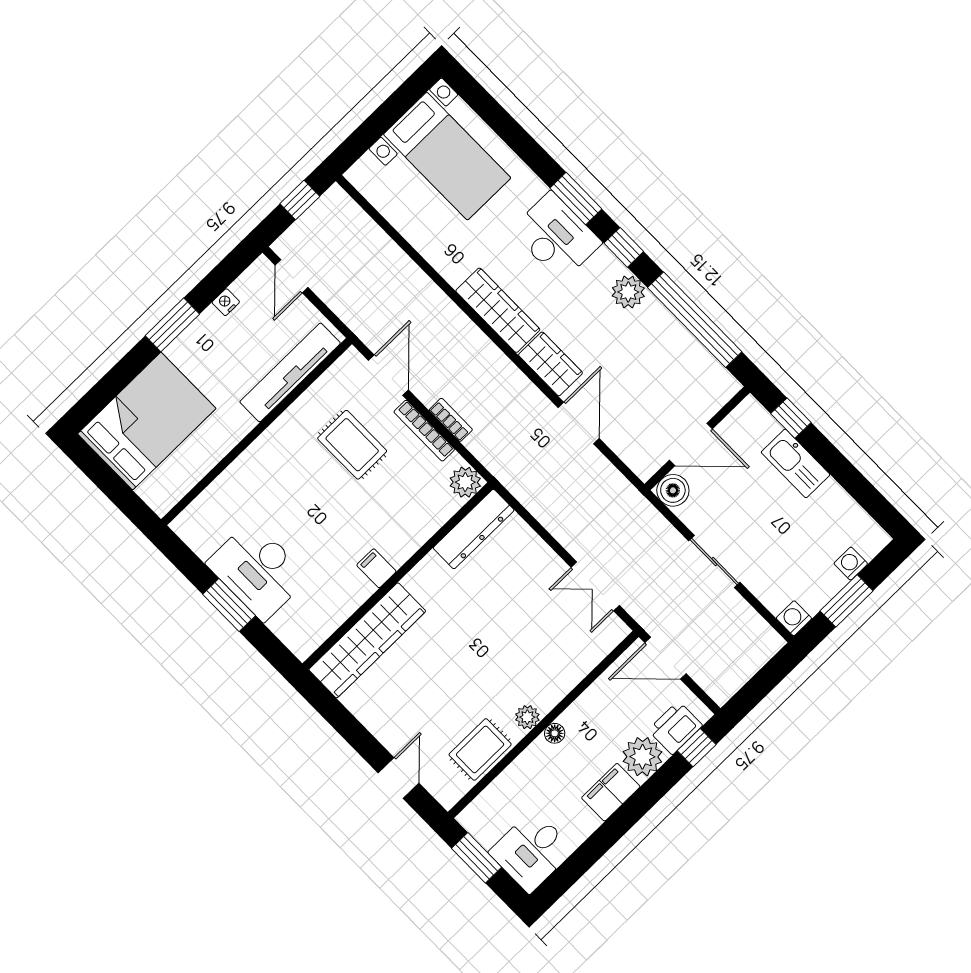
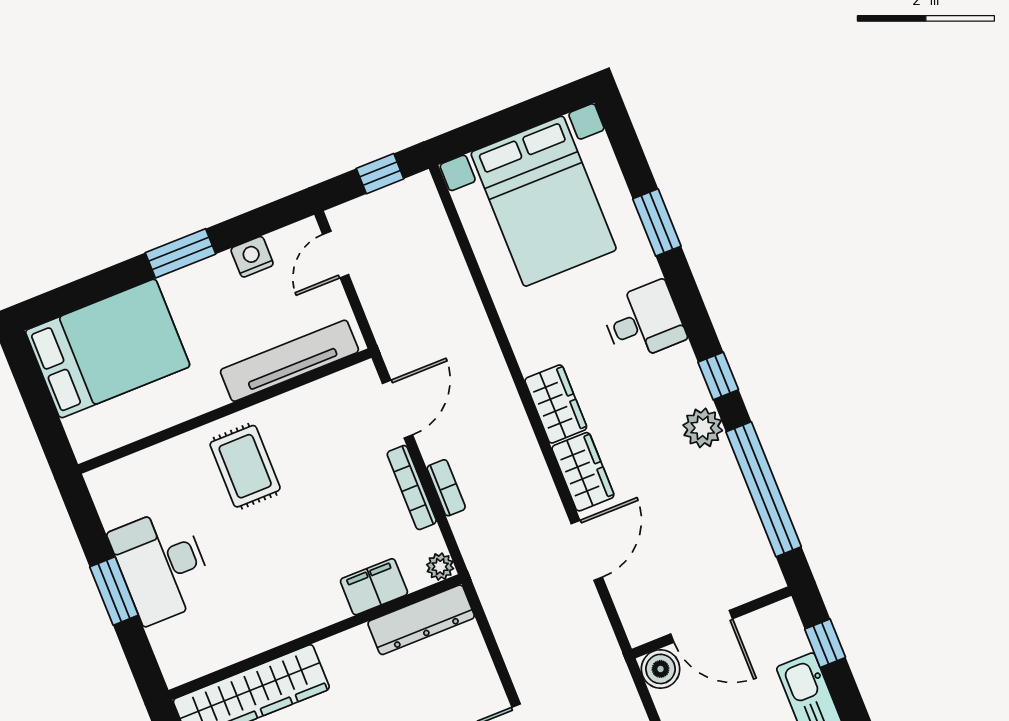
bed with nightstands: (447, 156) -> (544, 201), width x1.36
window: (576, 198) -> (657, 222), moved
desk: (556, 237) -> (643, 321), width x0.73
nightstand: (226, 302) -> (252, 257), width x1.39, depth x1.35
wardrobe: (498, 310) -> (556, 404), width x0.67
rug: (352, 445) -> (245, 466), moved
plant: (465, 482) -> (440, 567), width x0.73, depth x0.73
filing cabinet: (376, 568) -> (374, 587), moved, width x2.00

